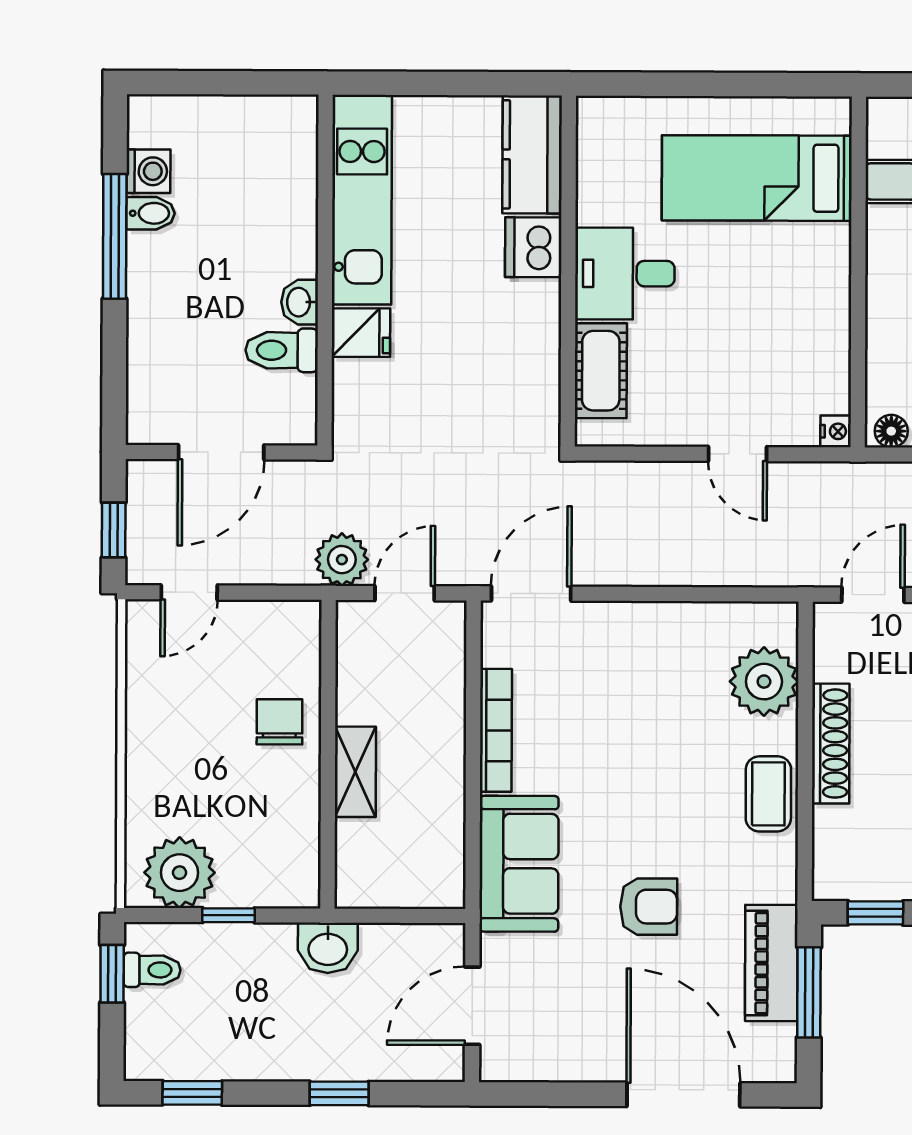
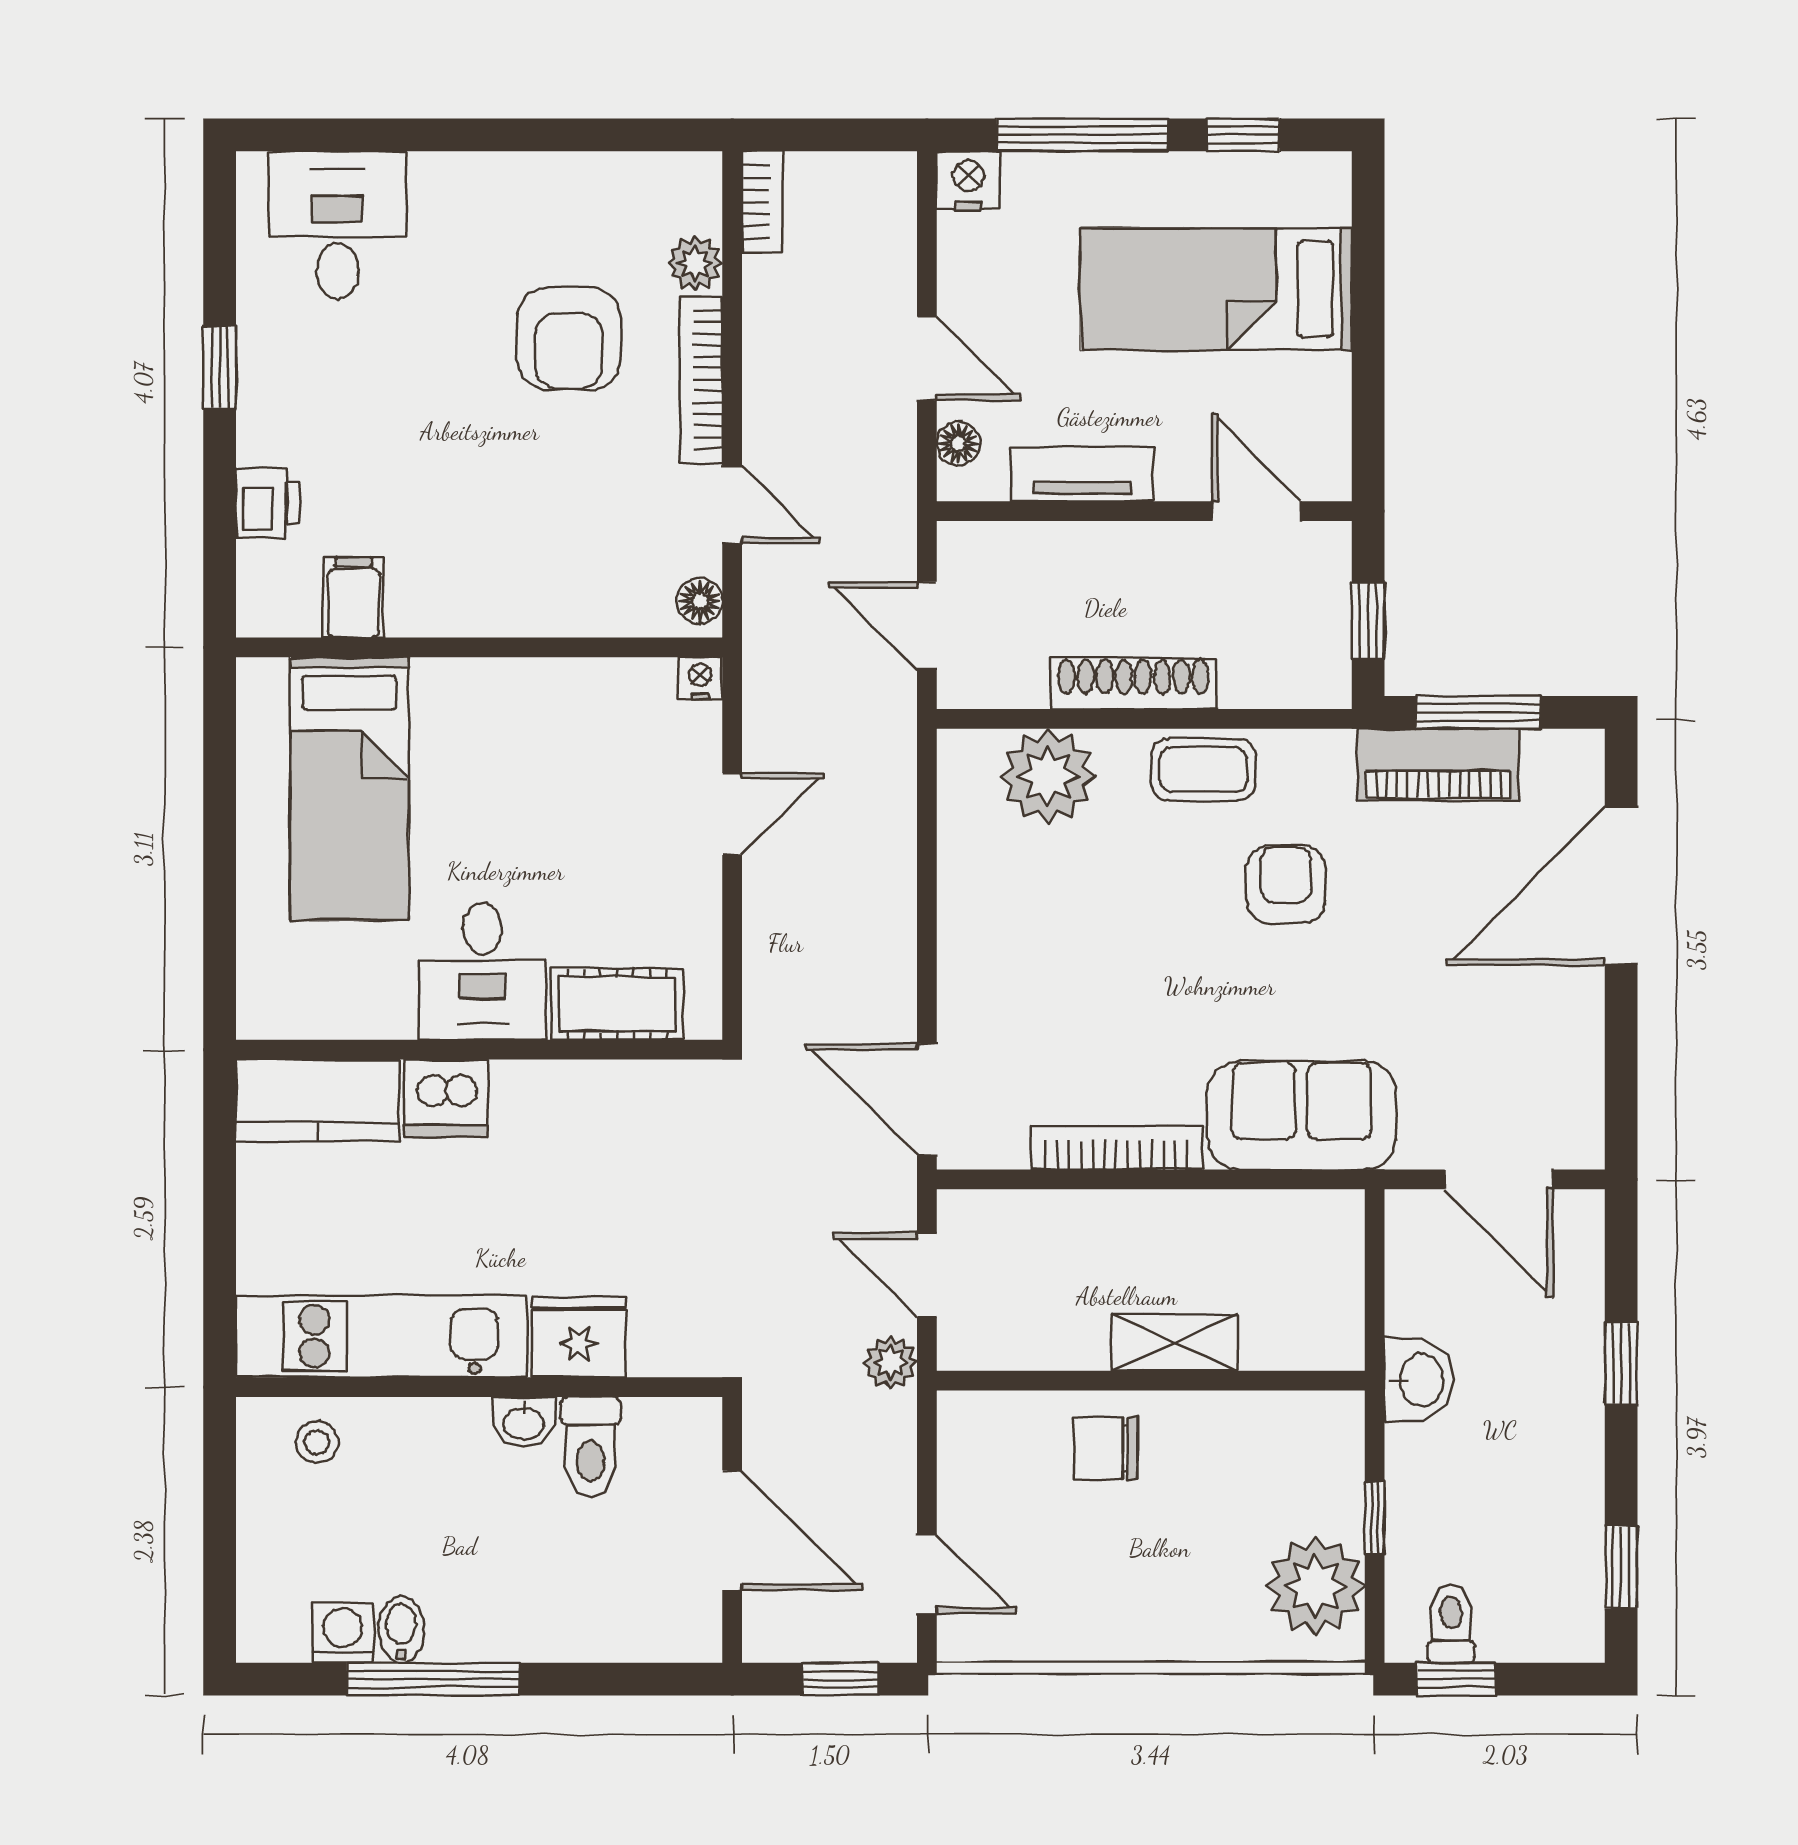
stool: (286, 153) -> (317, 1442), added
fridge: (361, 333) -> (579, 1337), width x1.38
plant: (342, 560) -> (891, 1362), width x0.73, depth x0.73
armchair: (649, 907) -> (1286, 884), moved

